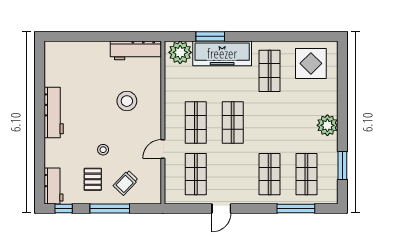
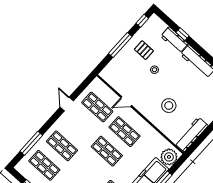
door: (163, 149) -> (126, 102), swing flipped
window: (40, 154) -> (183, 34), added
trolley: (126, 183) -> (126, 66), removed
workbench: (53, 186) -> (174, 40), moved

